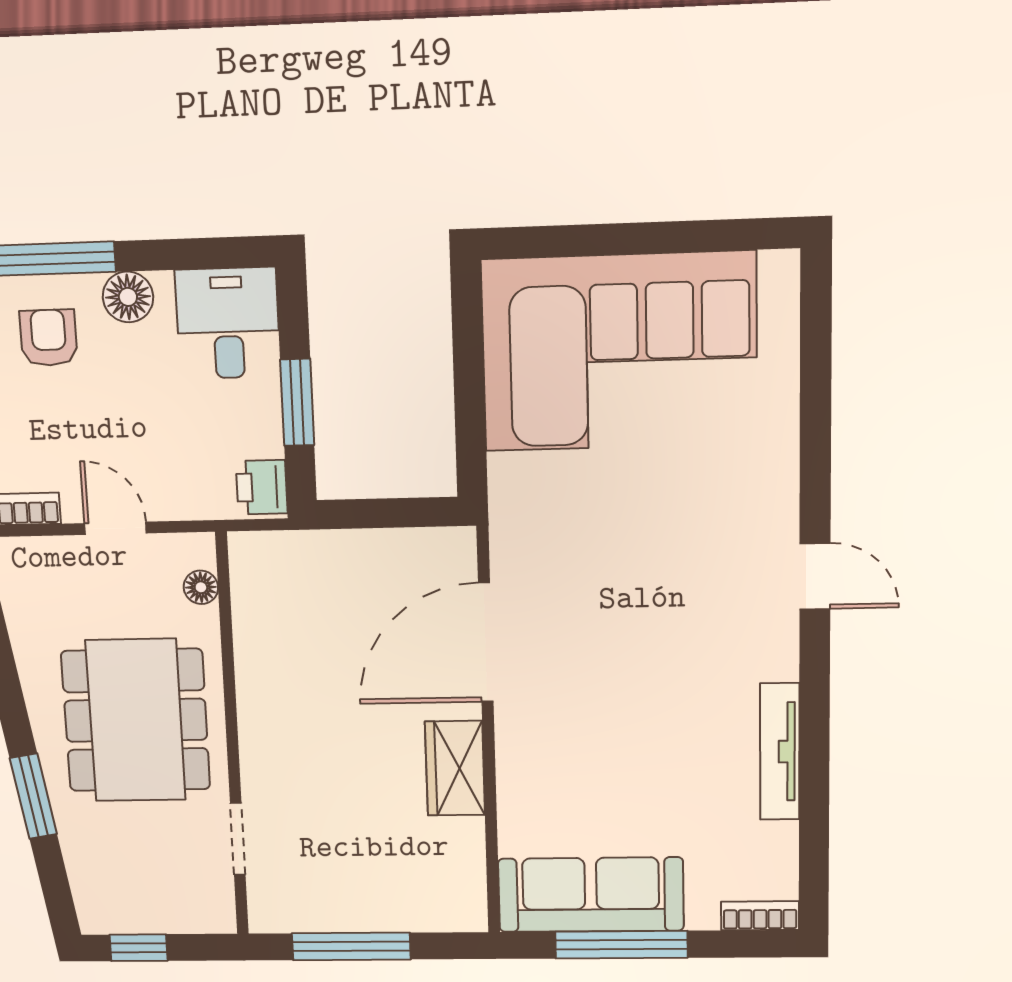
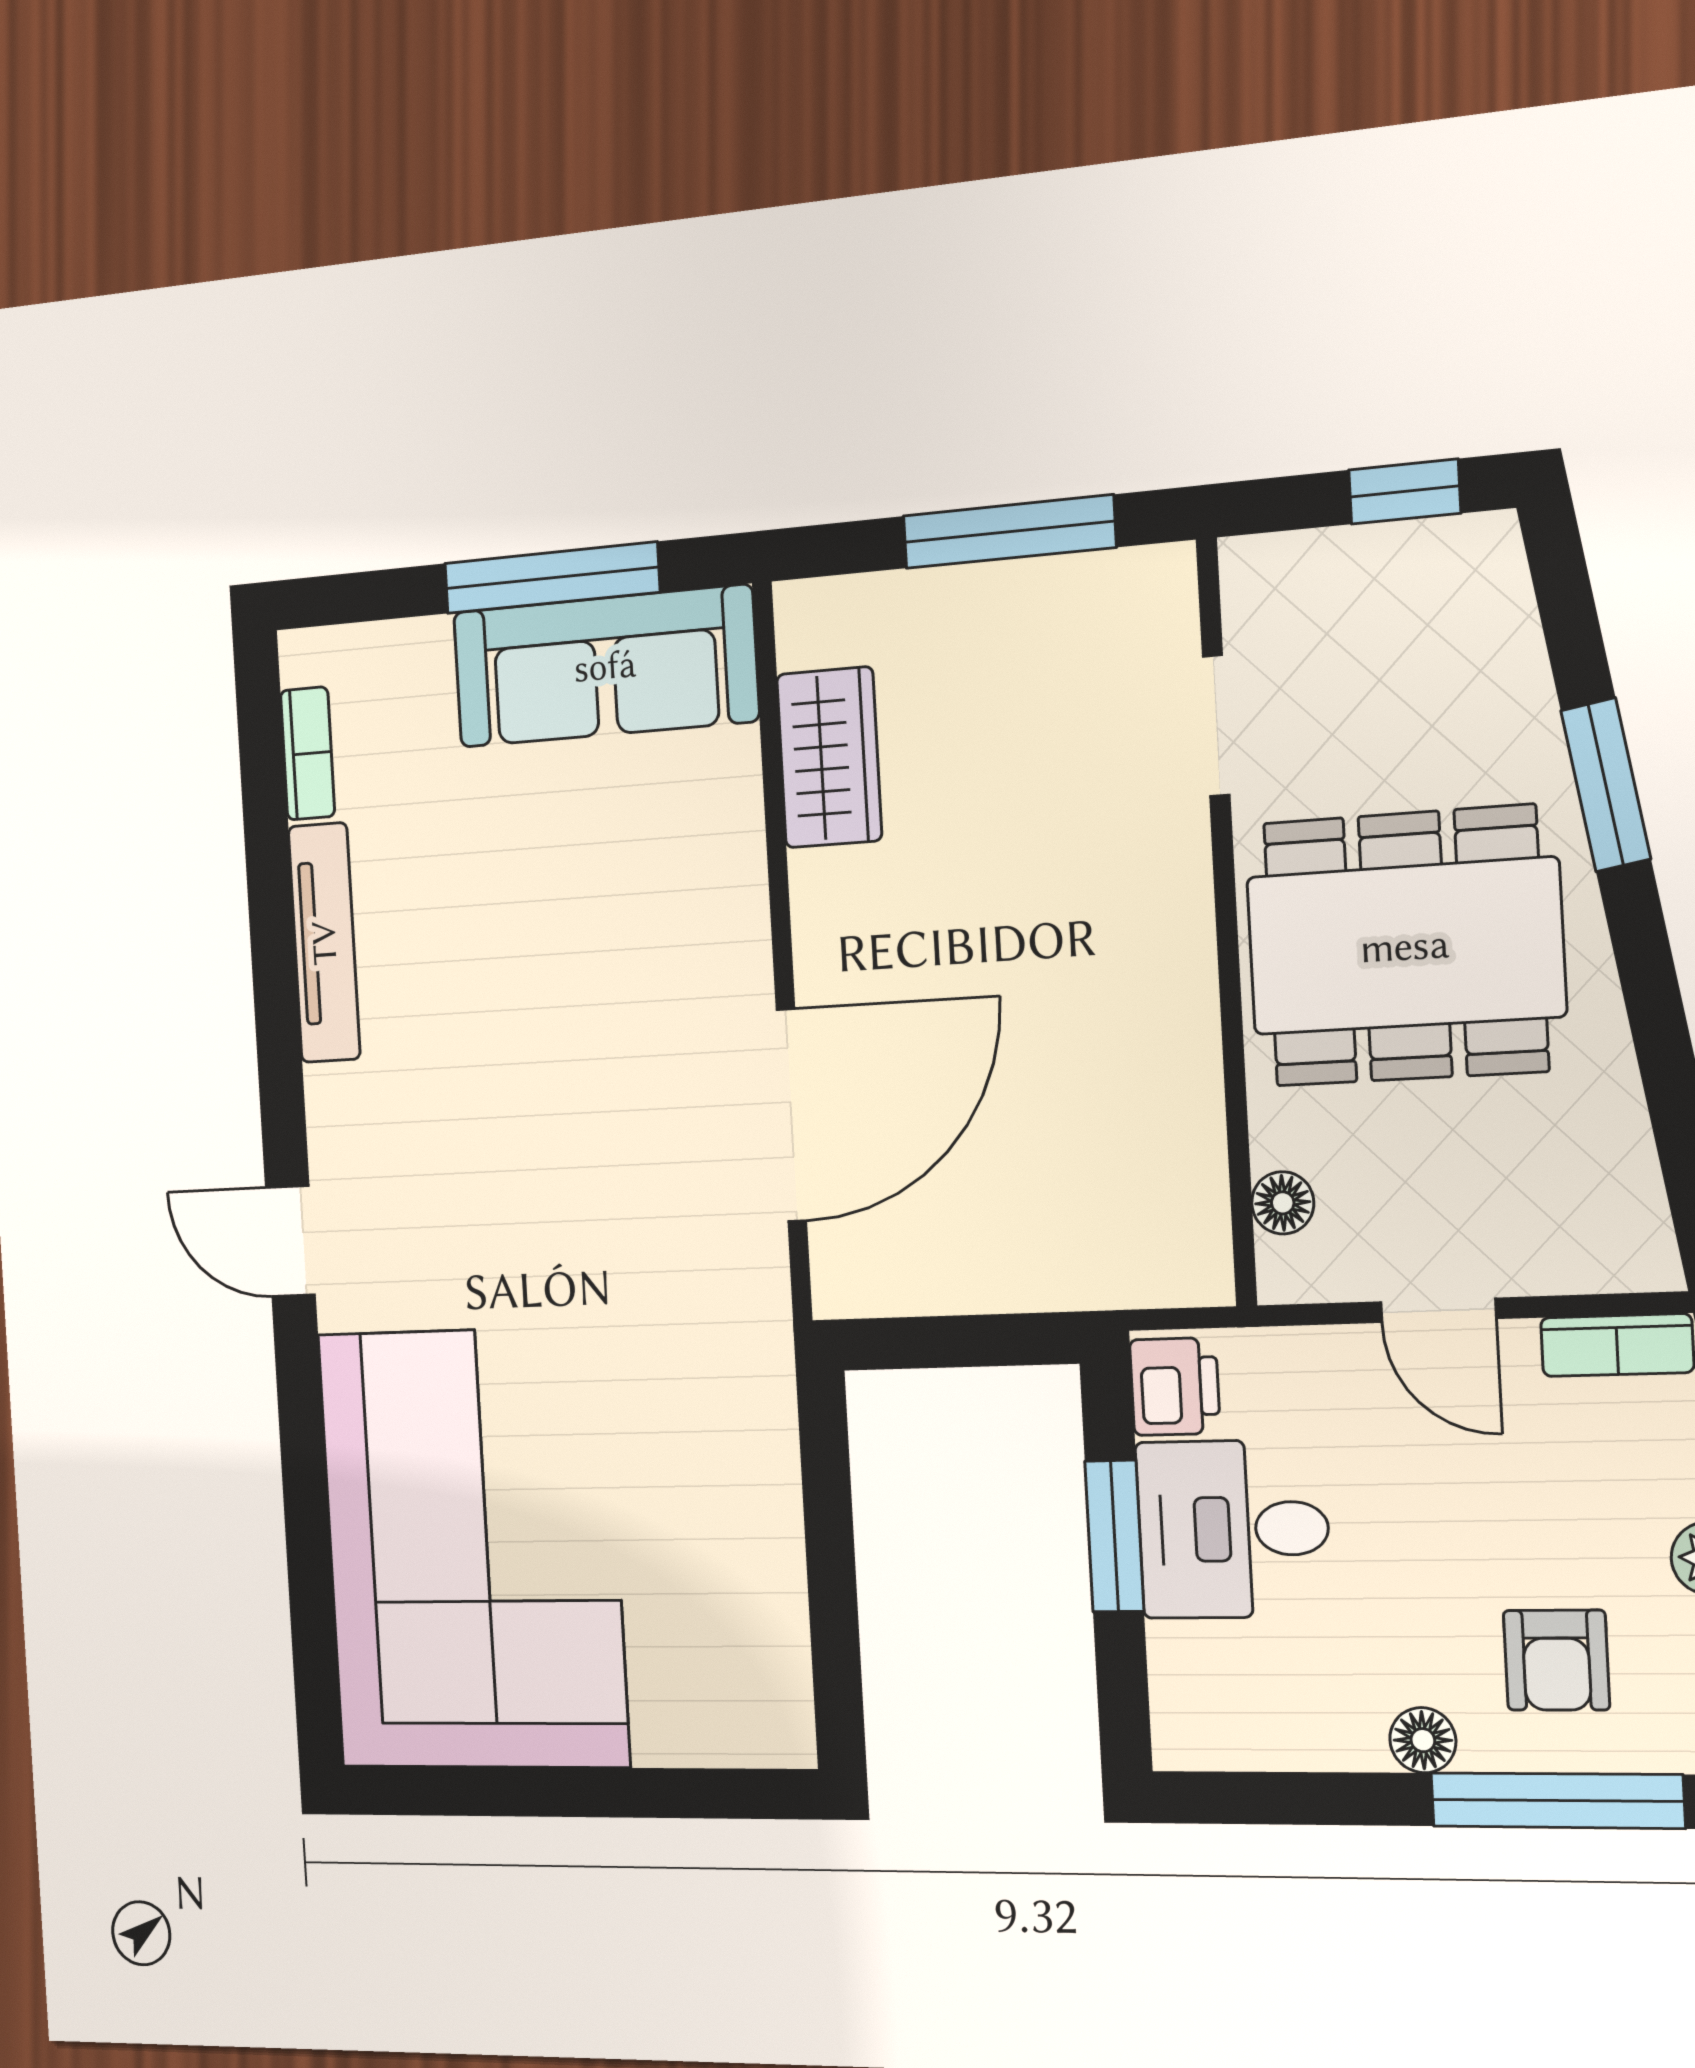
floor lamp: (128, 297) -> (1423, 1740), width x0.73, depth x0.73
desk: (228, 323) -> (1233, 1529), moved, turned 90
corner sofa: (619, 352) -> (473, 1549), moved, turned 90
dining table: (136, 720) -> (1405, 946), turned 90
wardrobe: (455, 768) -> (829, 757), moved
bookcase: (760, 916) -> (308, 753), moved, turned -90

